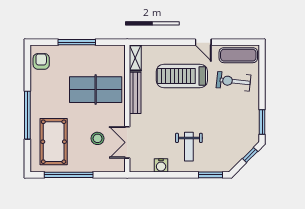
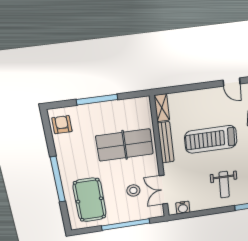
treadmill: (182, 76) -> (211, 139), moved
water cooler: (161, 165) -> (183, 208), moved
window: (69, 175) -> (126, 225), moved

